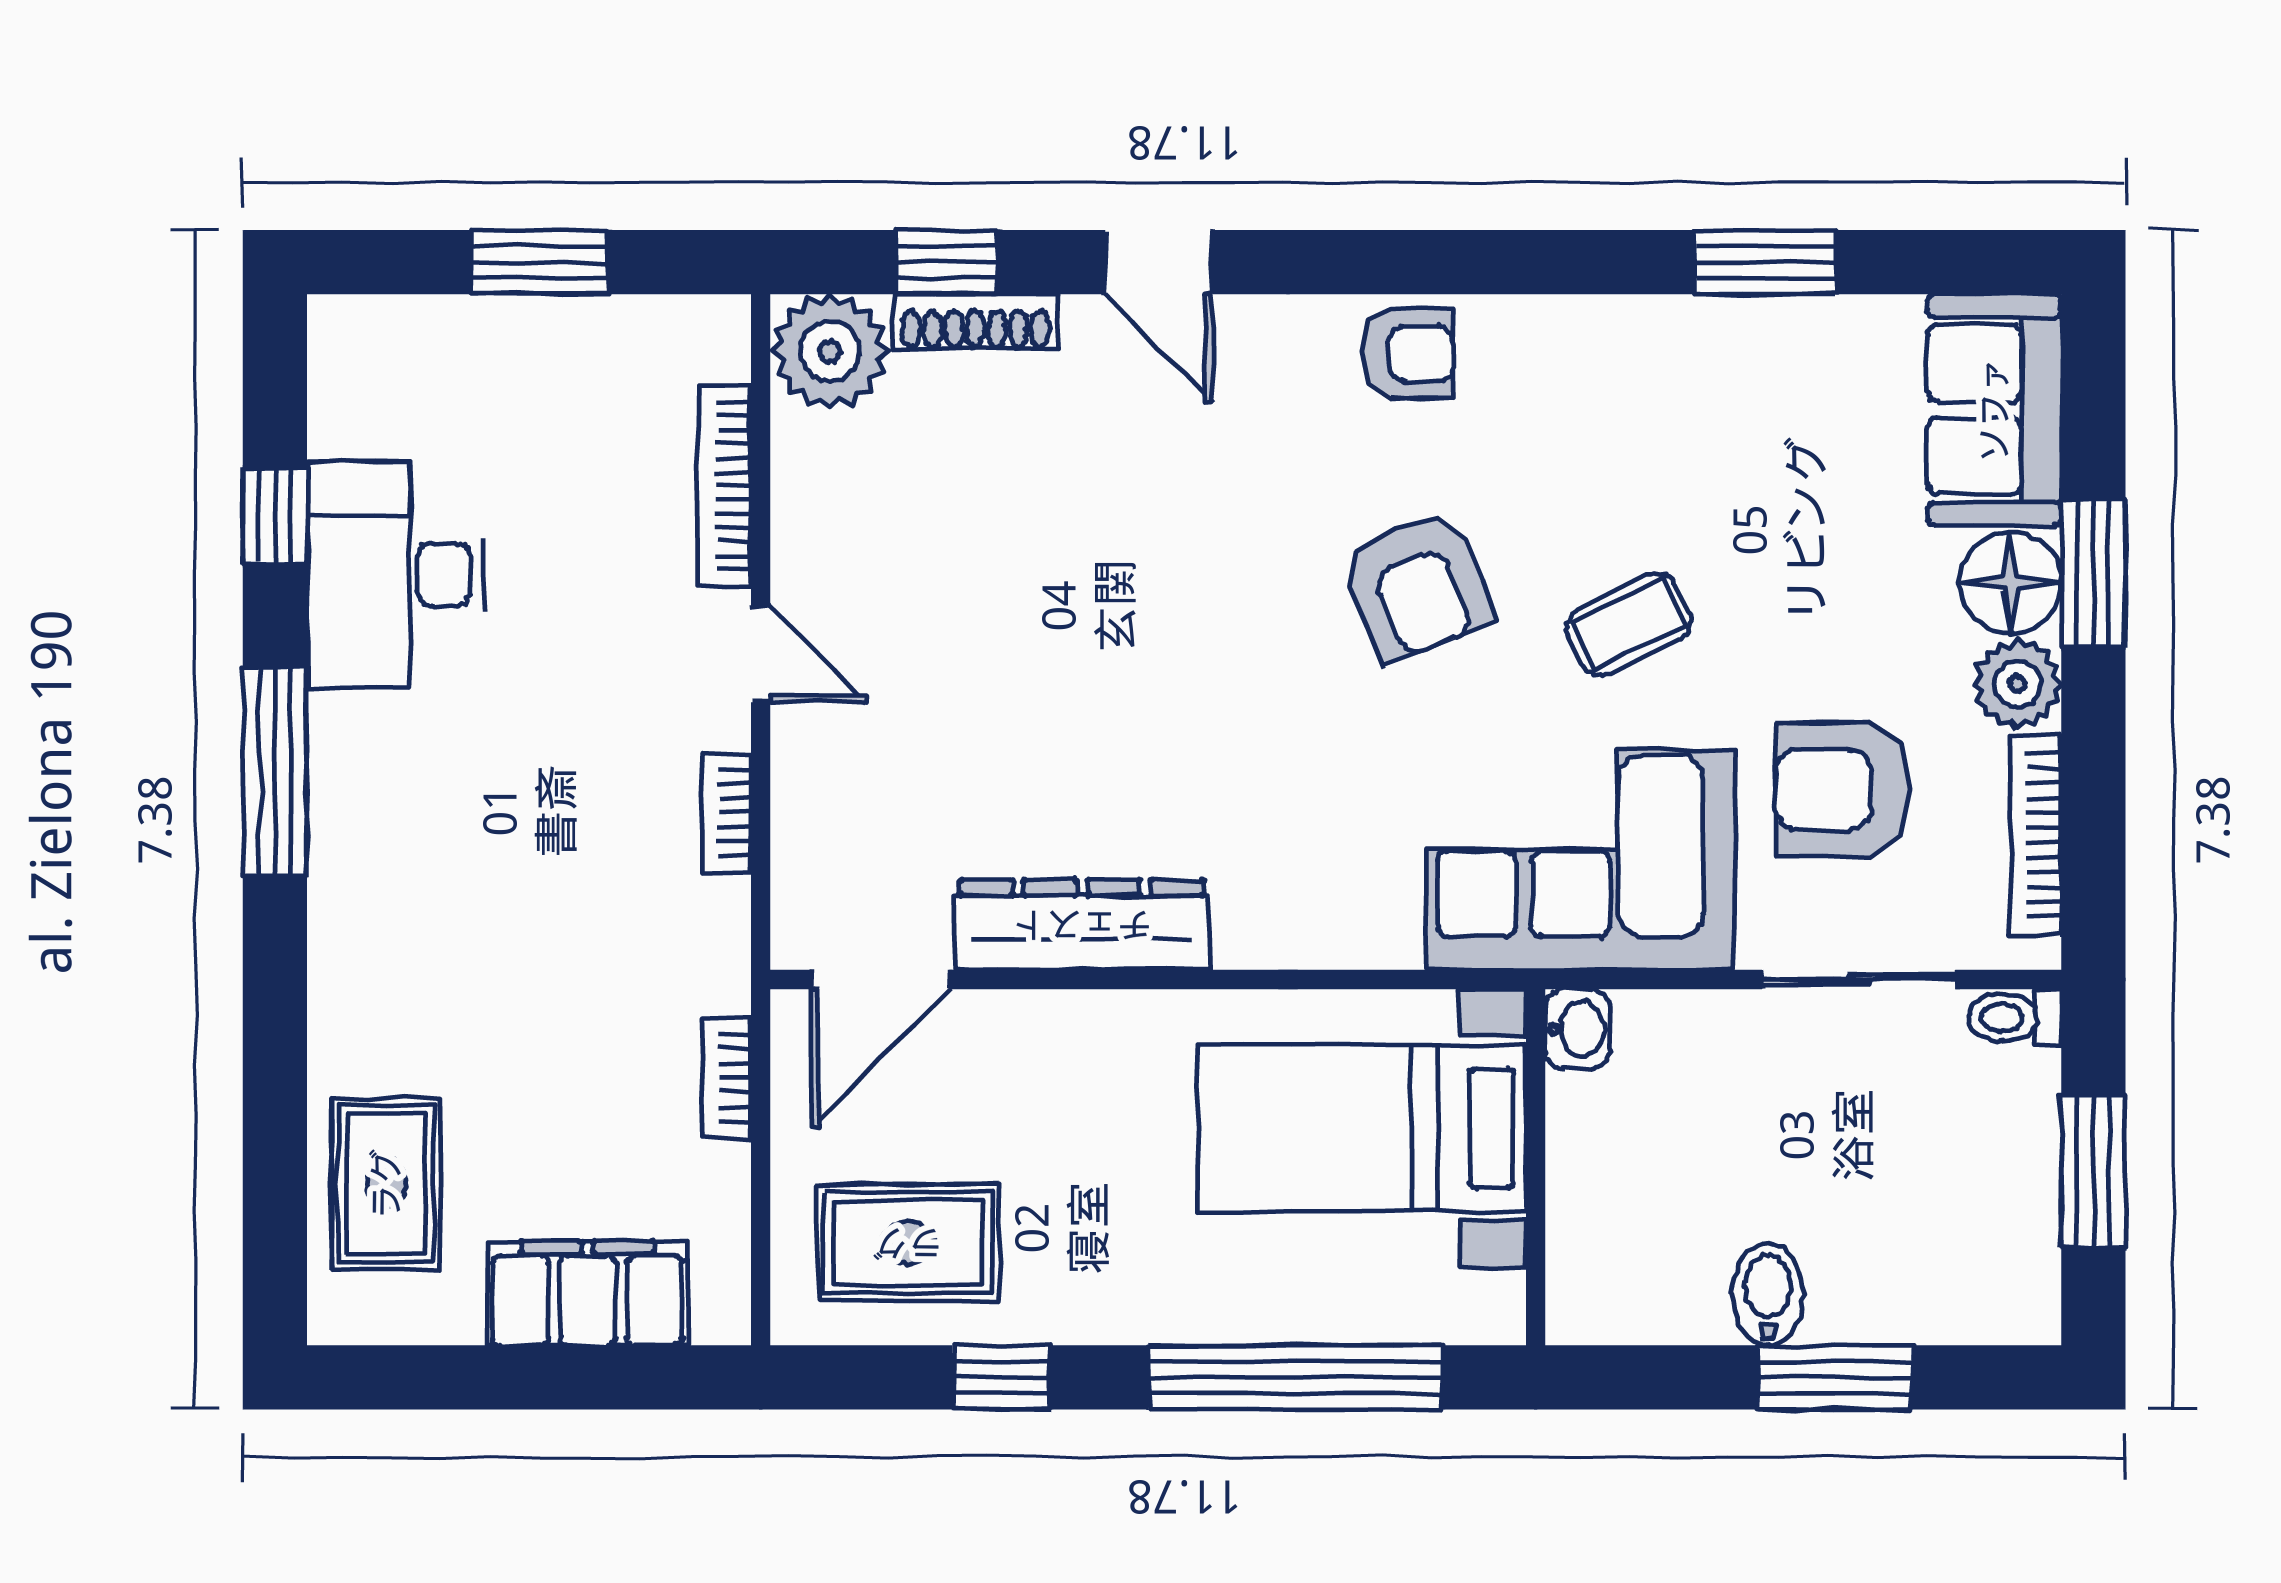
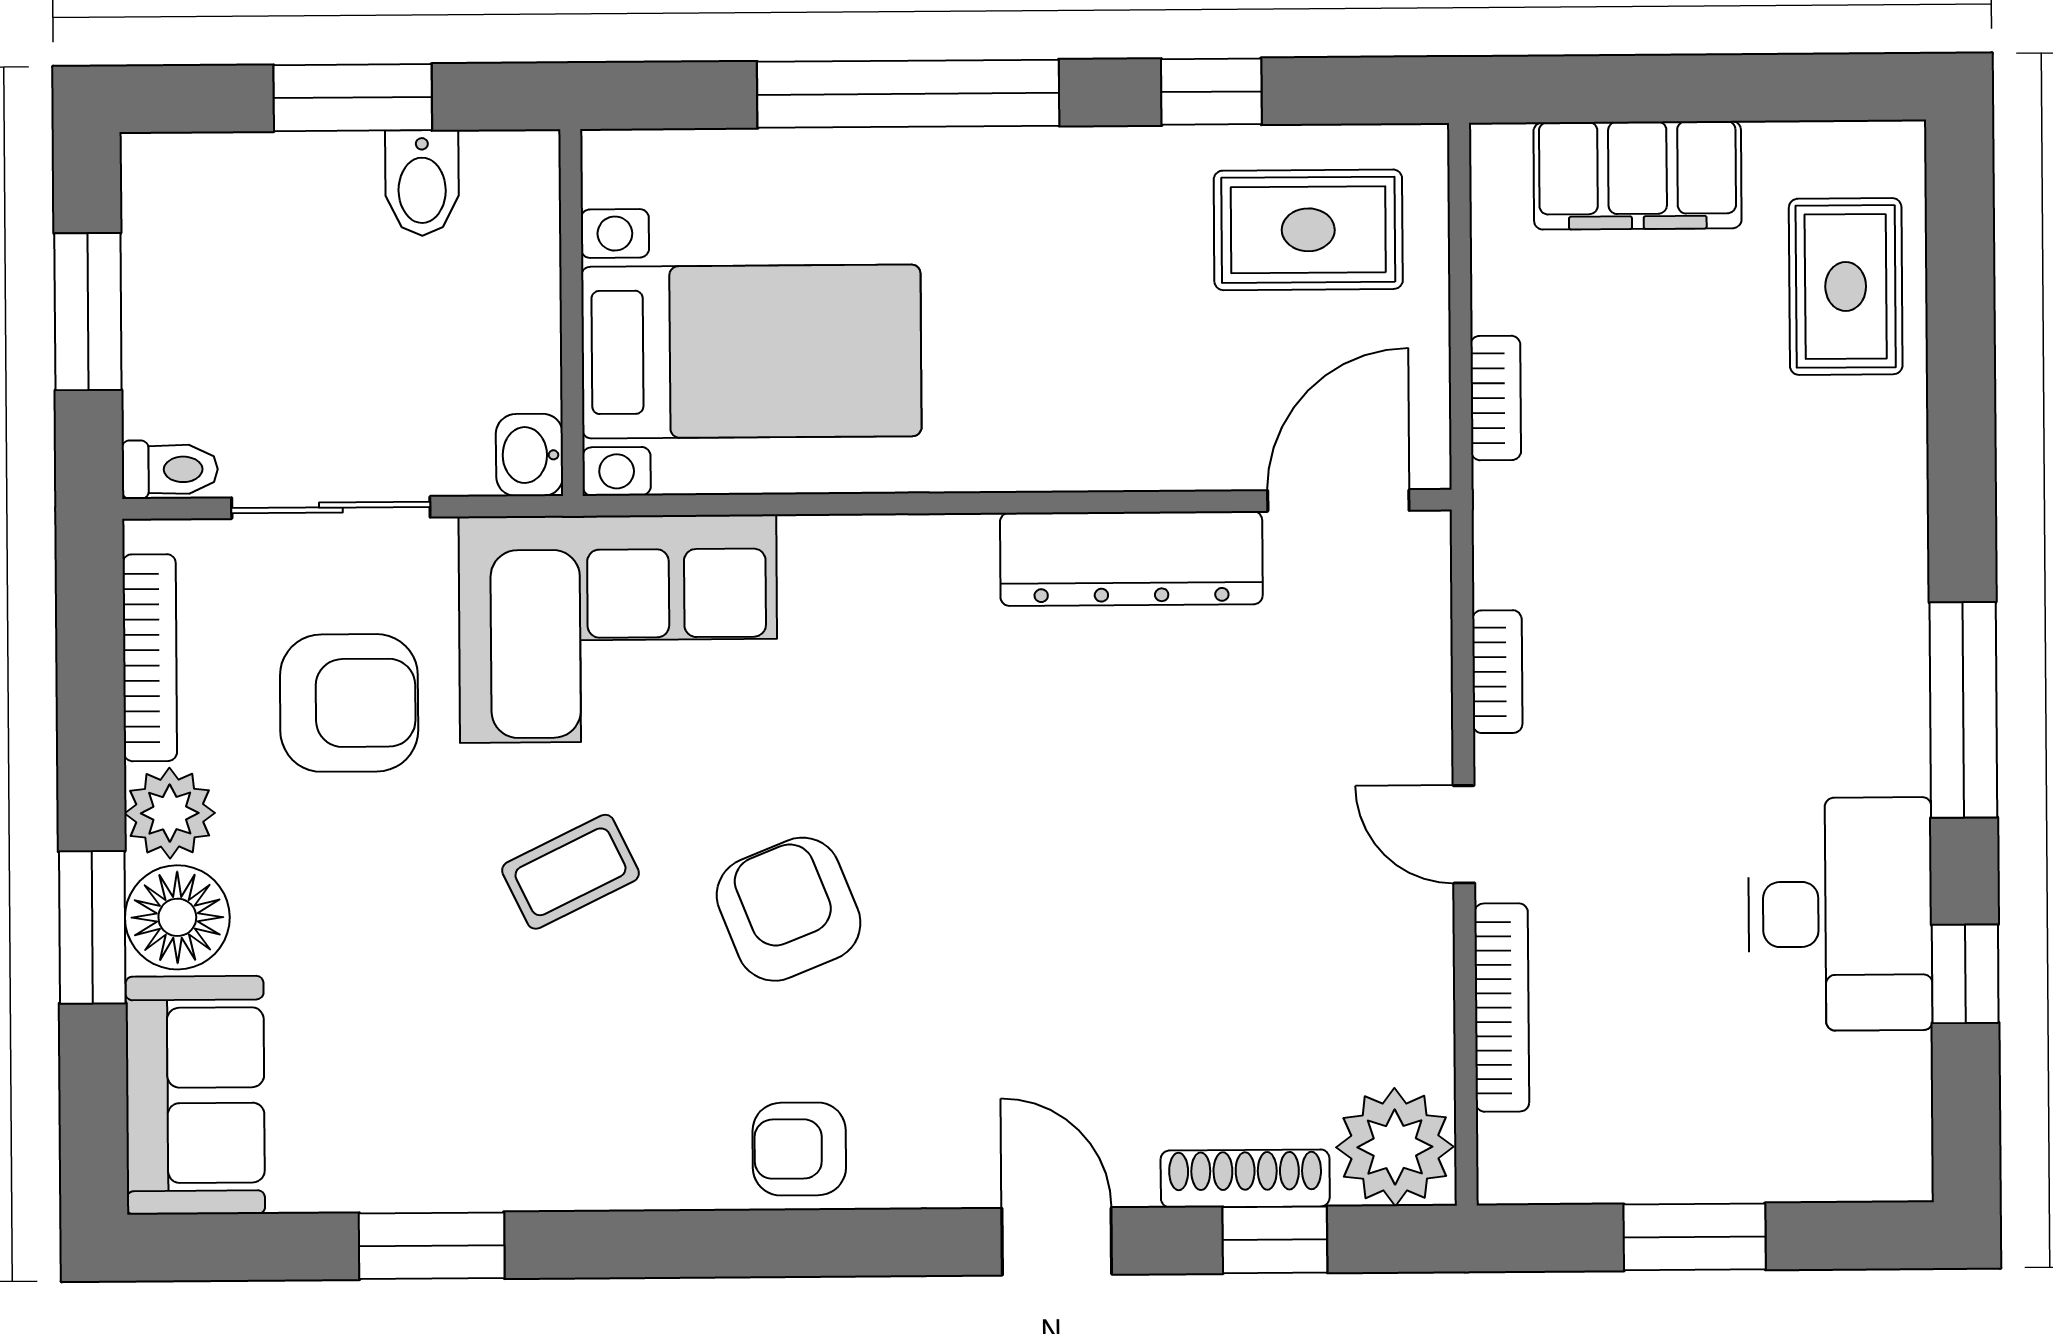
washbasin: (1578, 1029) -> (529, 455), moved
bed with nightstands: (1361, 1128) -> (751, 351), moved
wall: (1536, 1167) -> (572, 312), moved

